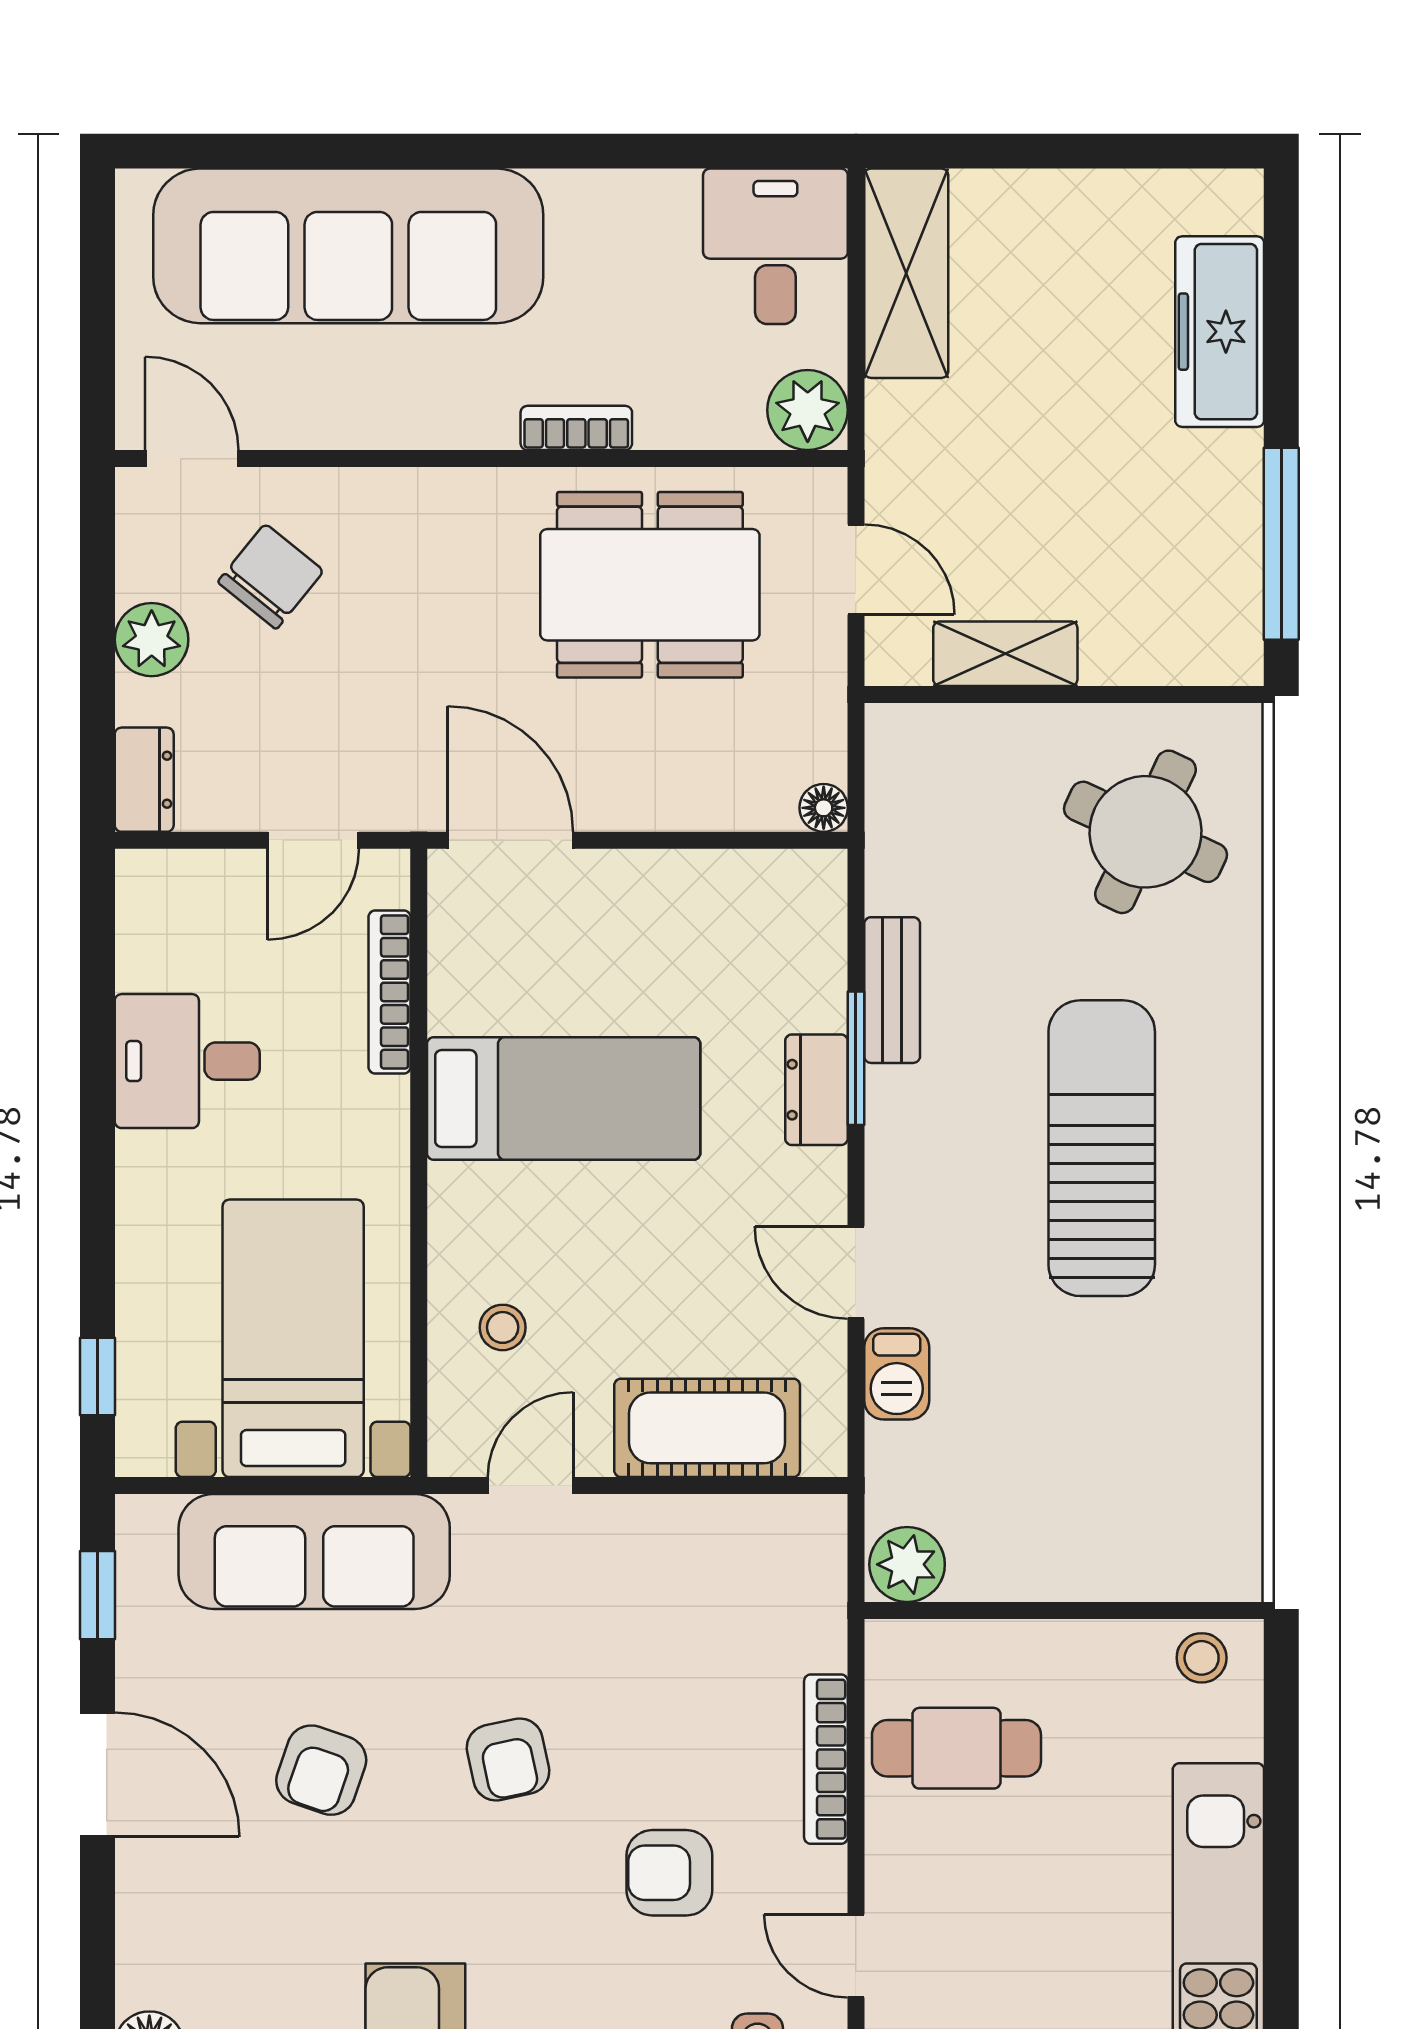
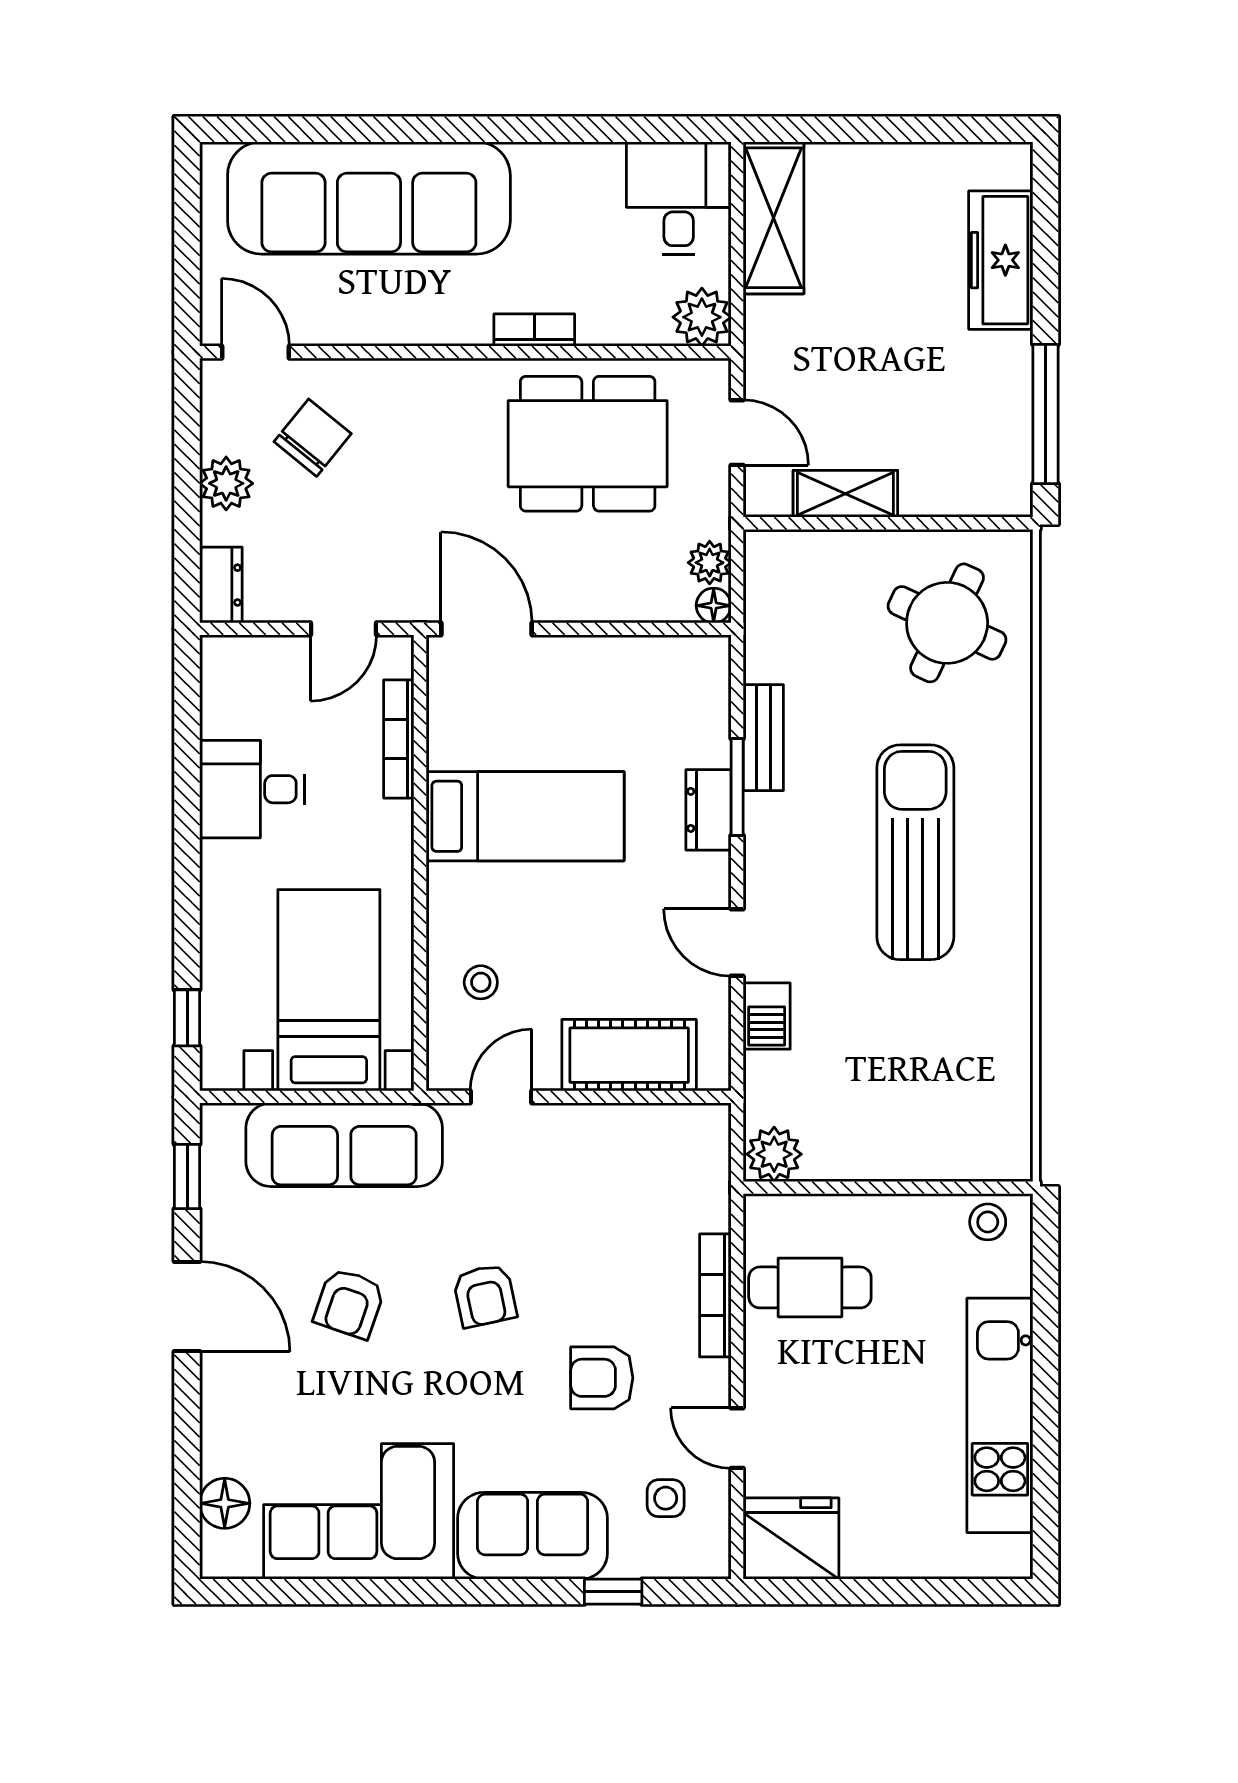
plant: (818, 749) -> (710, 563), added

